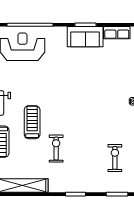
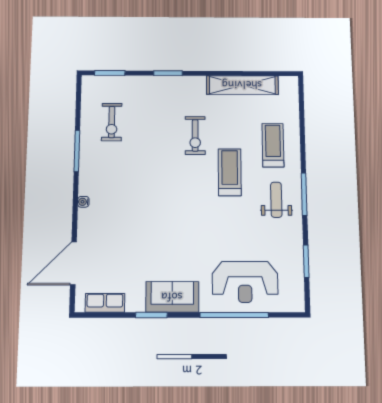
sofa: (85, 37) -> (172, 297), moved
treadmill: (32, 122) -> (230, 172), turned 180

